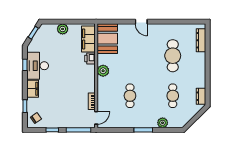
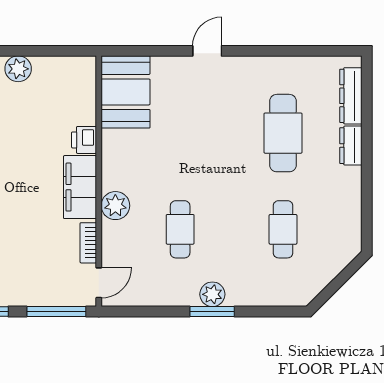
door: (141, 22) -> (207, 51), swing flipped
filing cabinet: (88, 39) -> (80, 187), moved
plant: (103, 71) -> (115, 206), moved
dresser: (201, 96) -> (351, 146), moved
plant: (163, 123) -> (212, 294), moved

